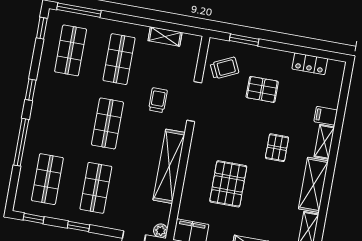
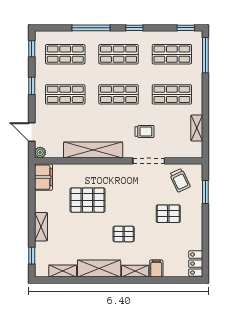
locker: (310, 64) -> (196, 264), moved
pallet: (262, 89) -> (168, 214), turned 90
shop shelf: (59, 115) -> (119, 54), added

